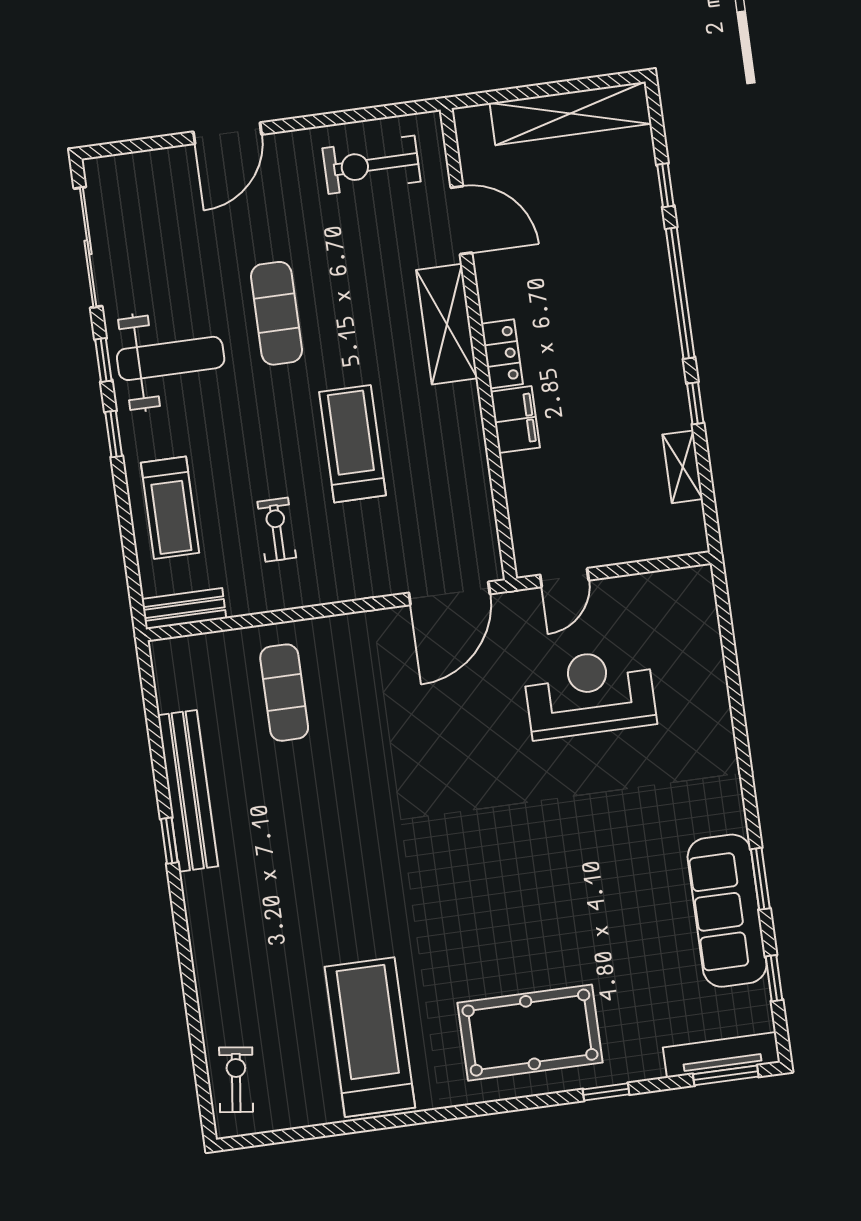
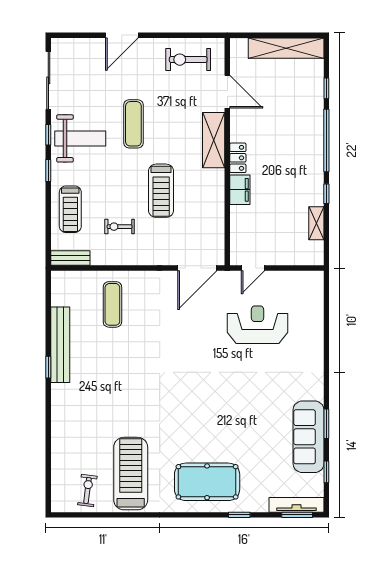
treadmill: (352, 444) -> (161, 191), turned 180
exercise bike: (277, 530) -> (120, 227), turned -90
exercise bike: (236, 1080) -> (87, 490), moved

